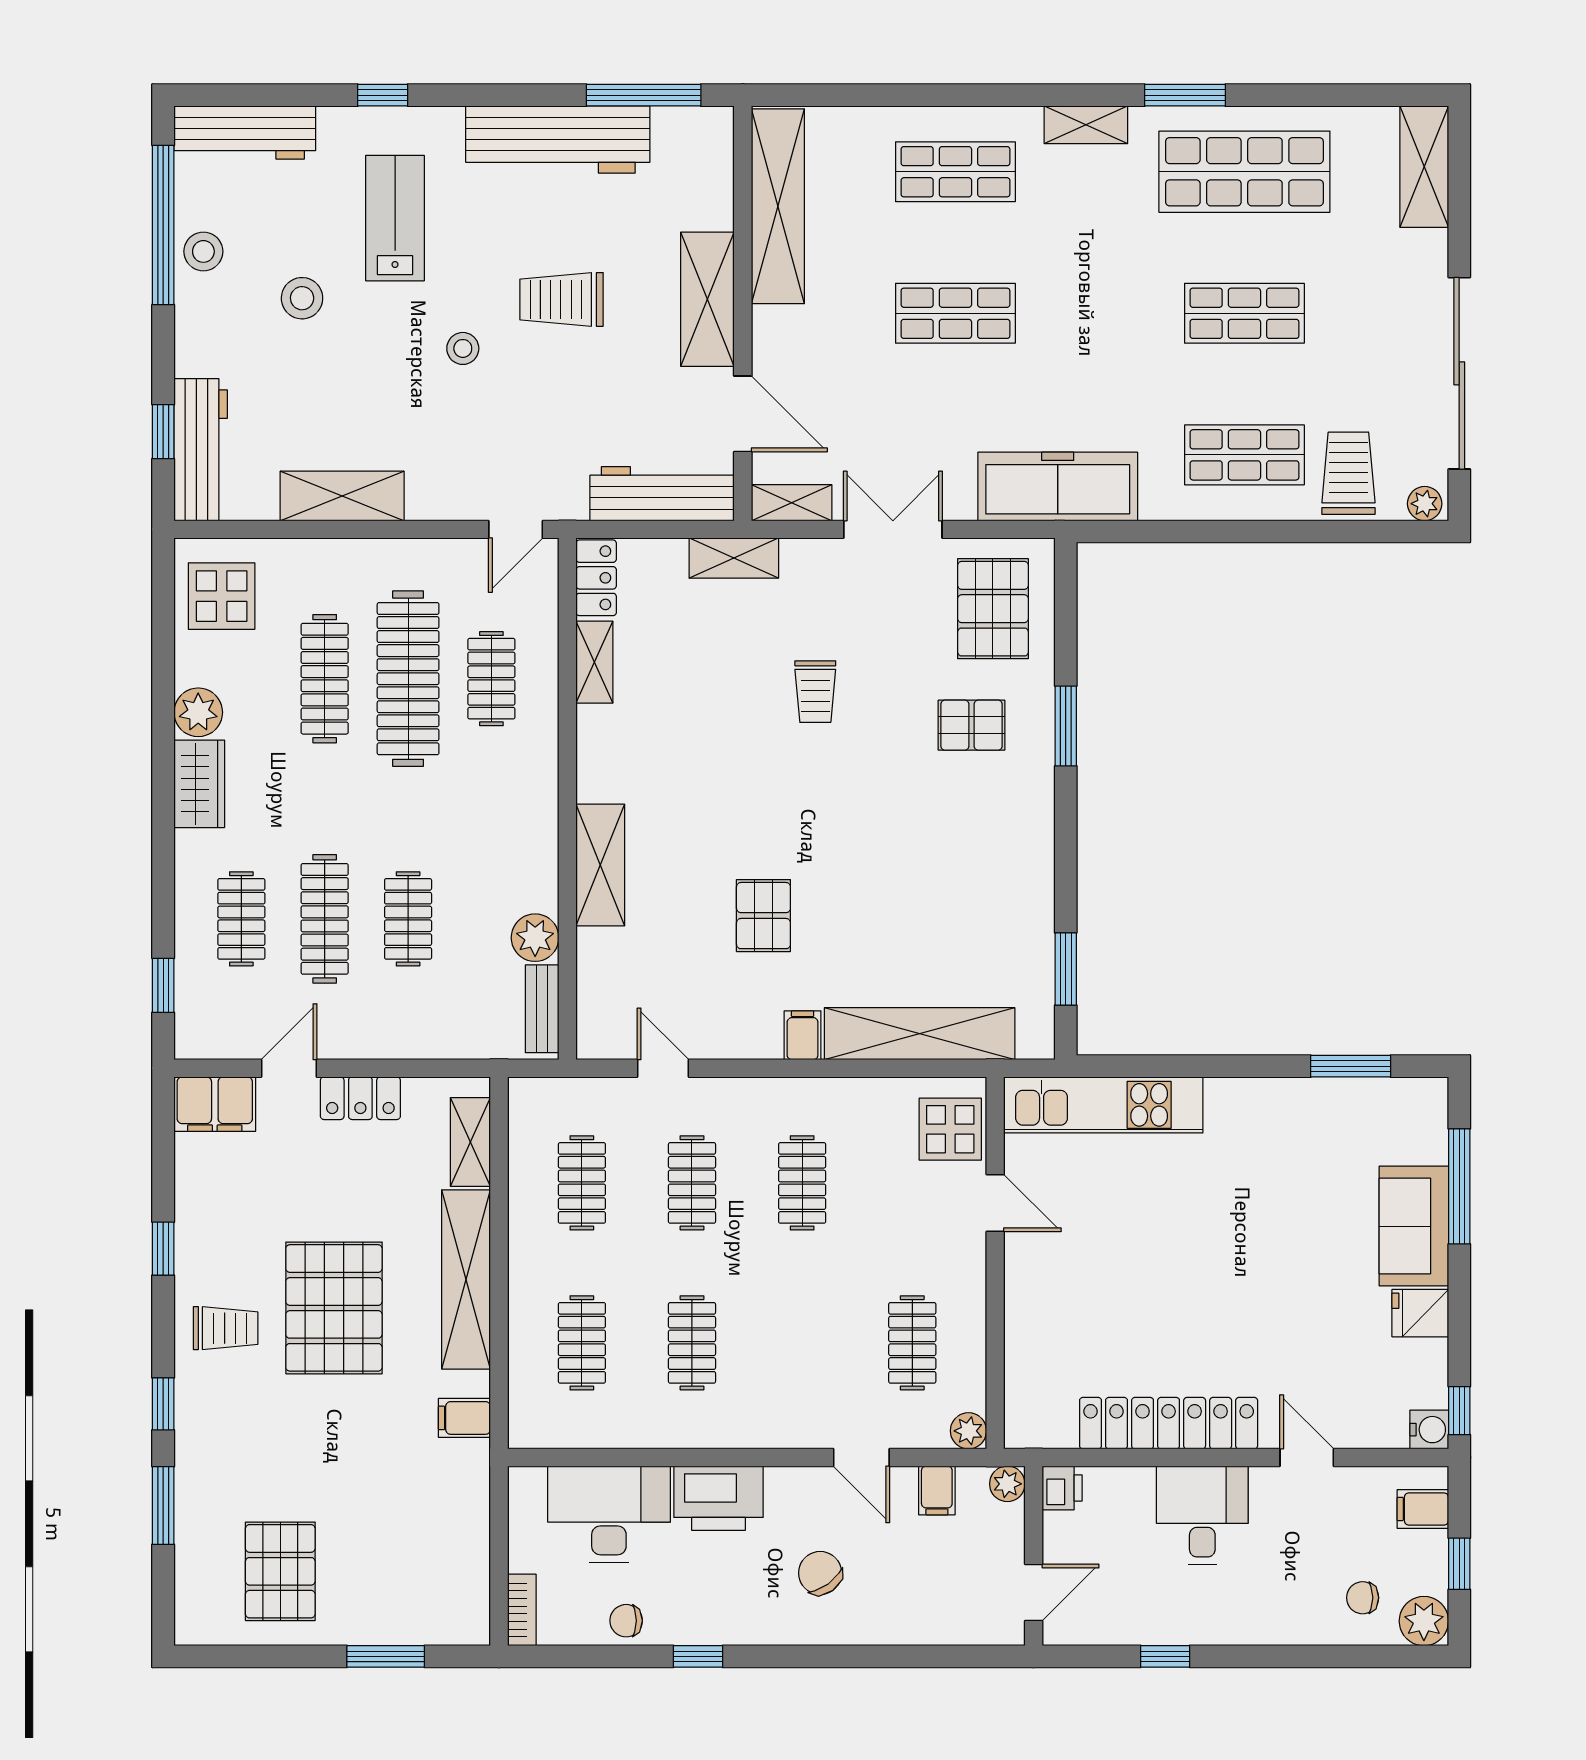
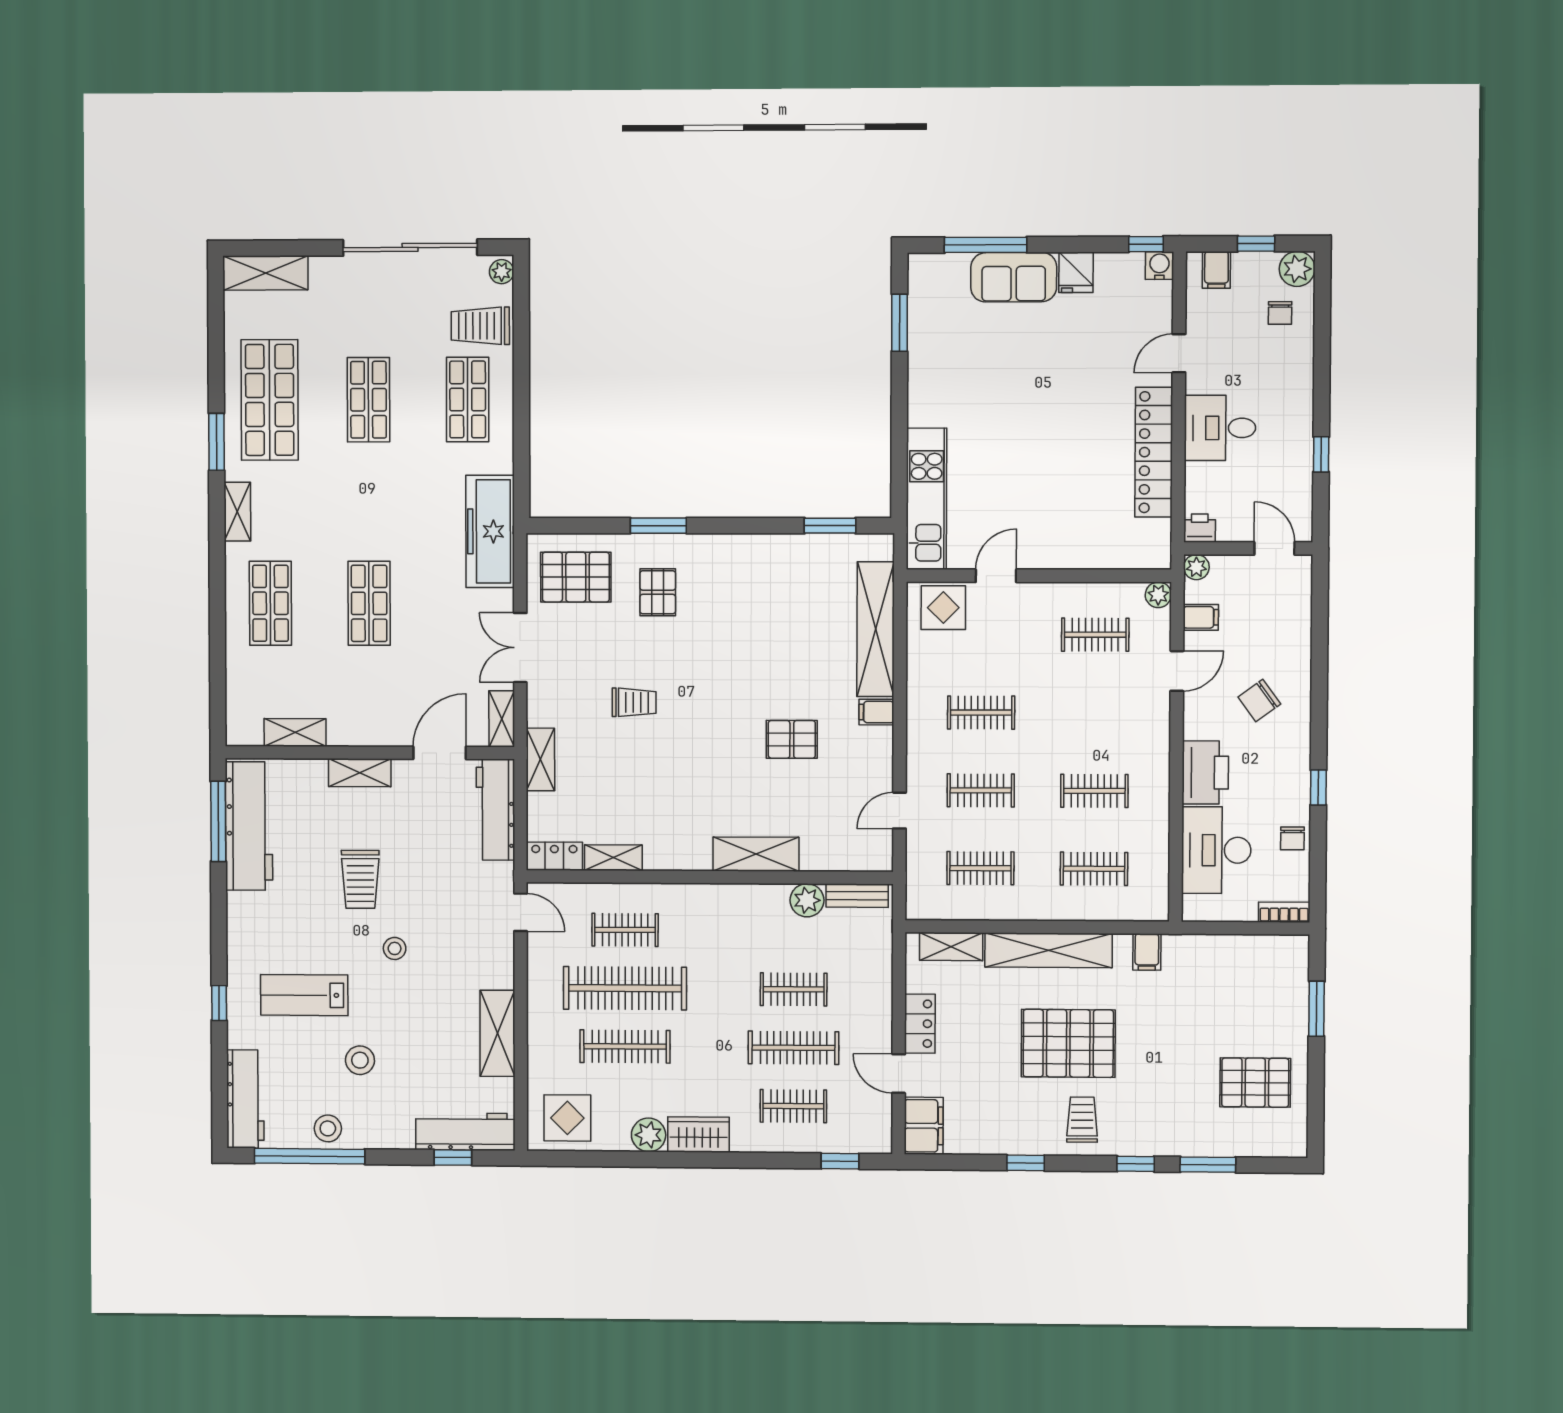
workbench: (558, 139) -> (249, 826), moved
shelving: (778, 206) -> (295, 732), width x0.45, depth x0.75
shelving: (707, 299) -> (360, 773), width x0.67, depth x0.75

